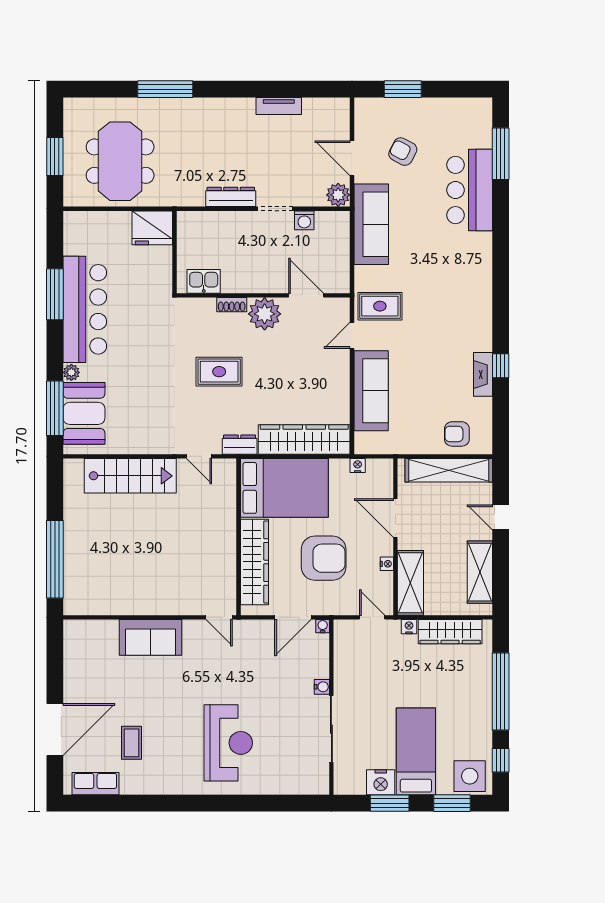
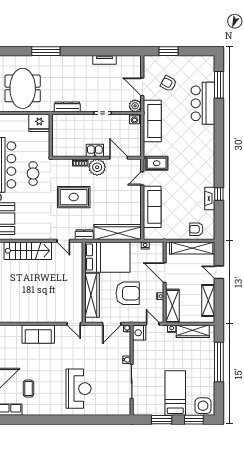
dresser: (231, 197) -> (67, 107), moved
washing machine: (304, 220) -> (135, 119), moved
kitchen sink: (204, 281) -> (95, 150), moved
cafe table: (140, 326) -> (33, 174), added
rug: (219, 372) -> (74, 197), width x1.36, depth x1.43
window: (501, 760) -> (219, 398), removed
nightstand: (381, 782) -> (139, 333), moved, turned 90

